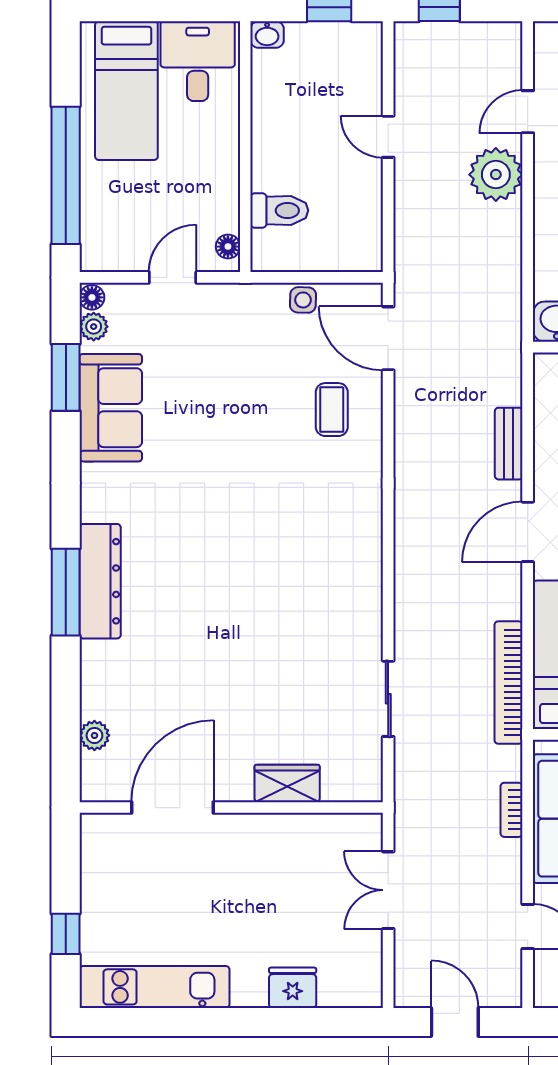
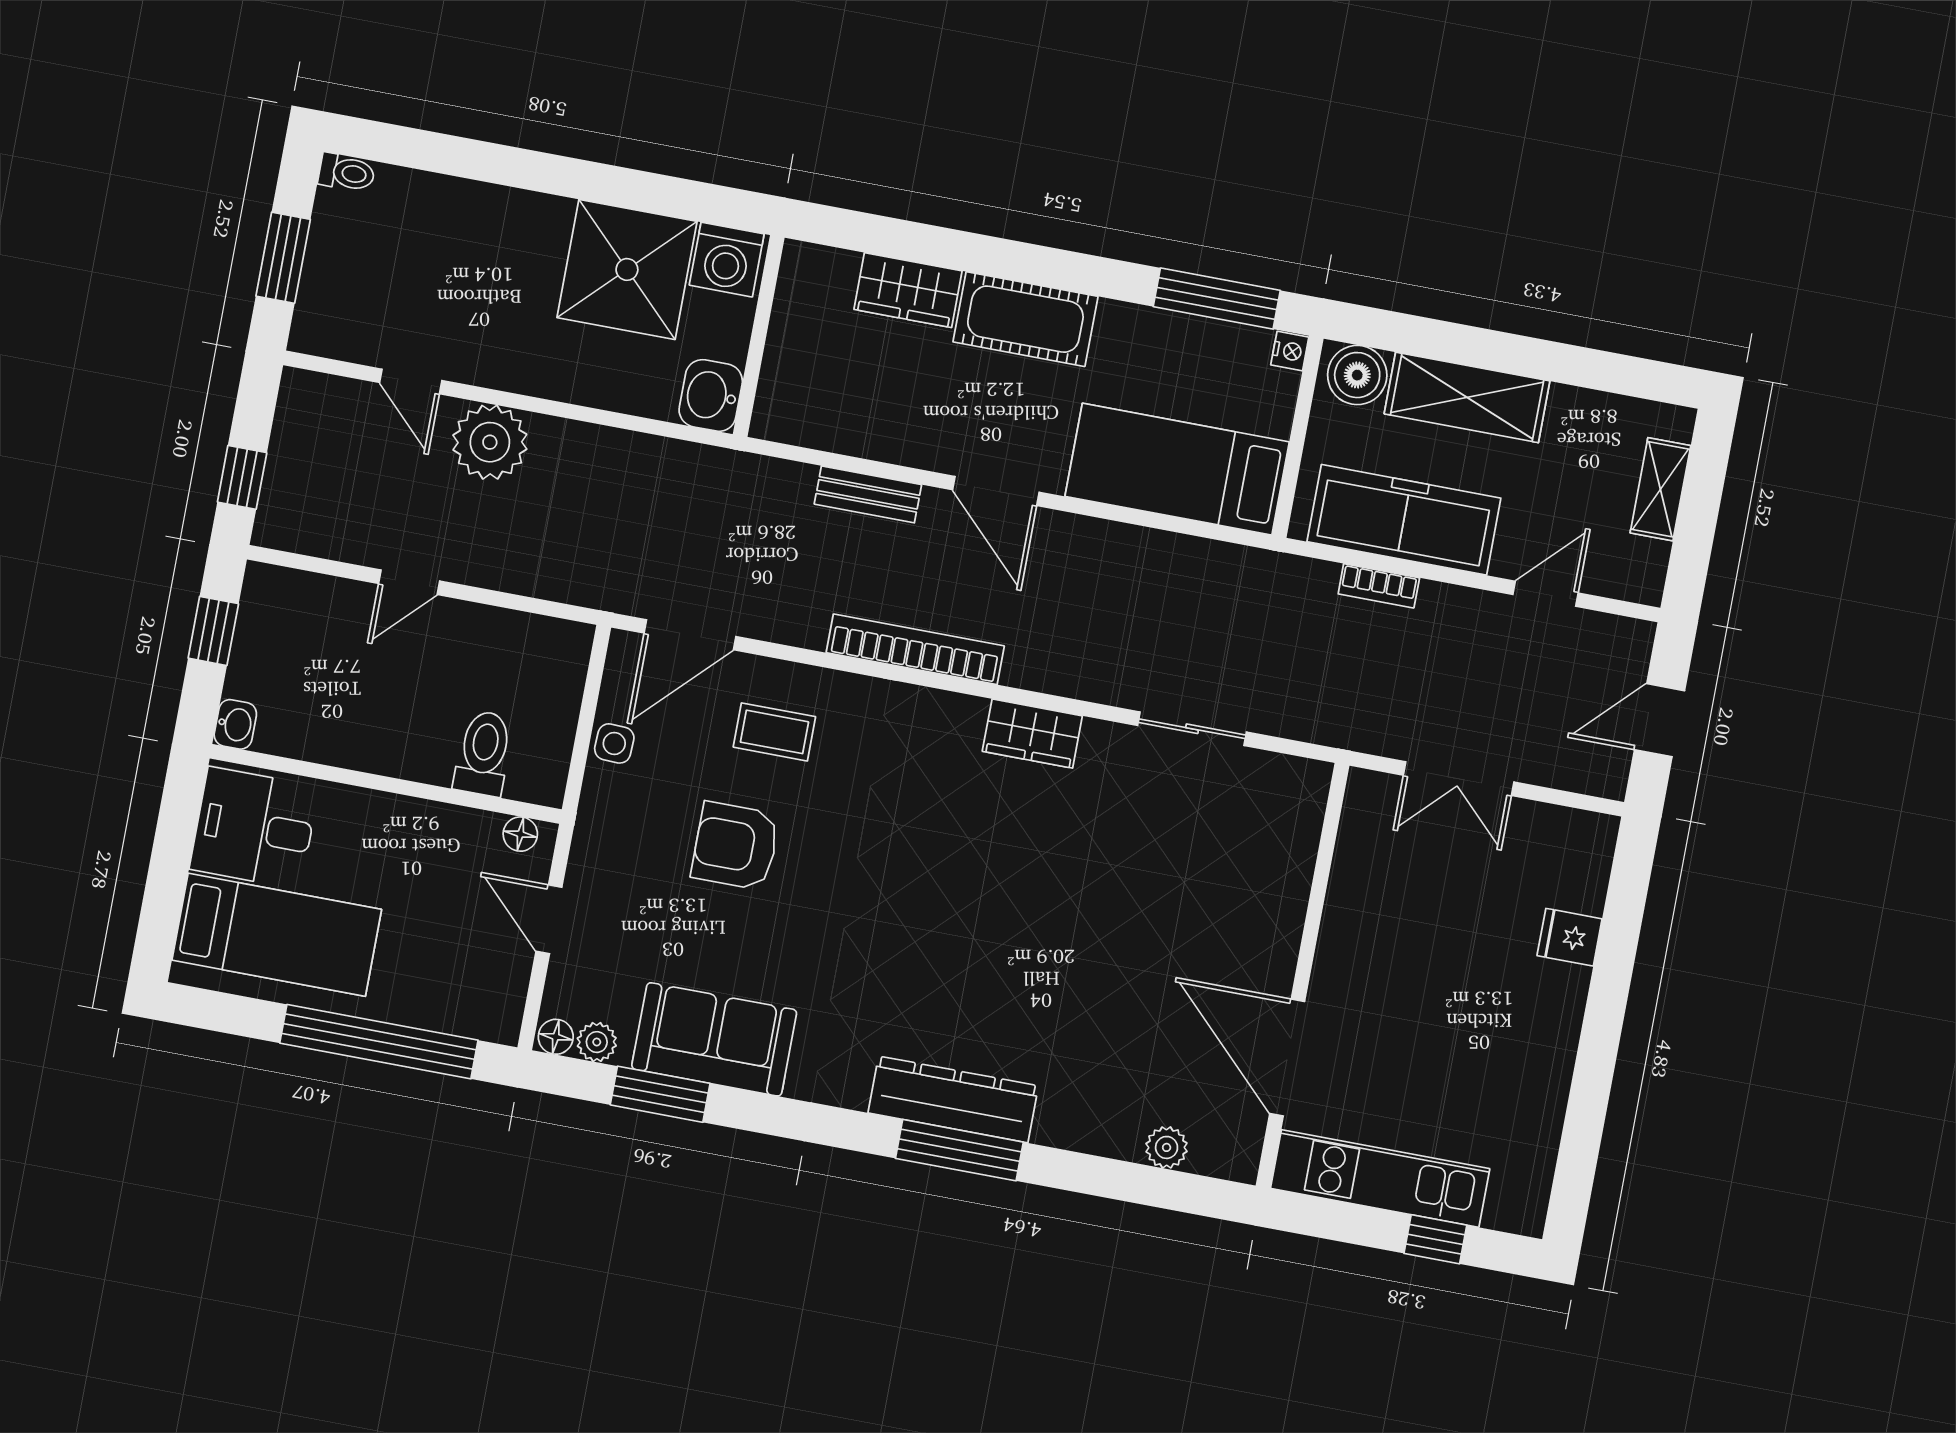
armchair: (248, 397) -> (735, 846), added
bookcase: (509, 683) -> (915, 649), moved, turned 180
wardrobe: (287, 783) -> (1032, 734), moved, turned -90
kitchen unit: (154, 987) -> (1380, 1178), moved, turned 90
fridge: (293, 988) -> (1570, 937), width x0.72

